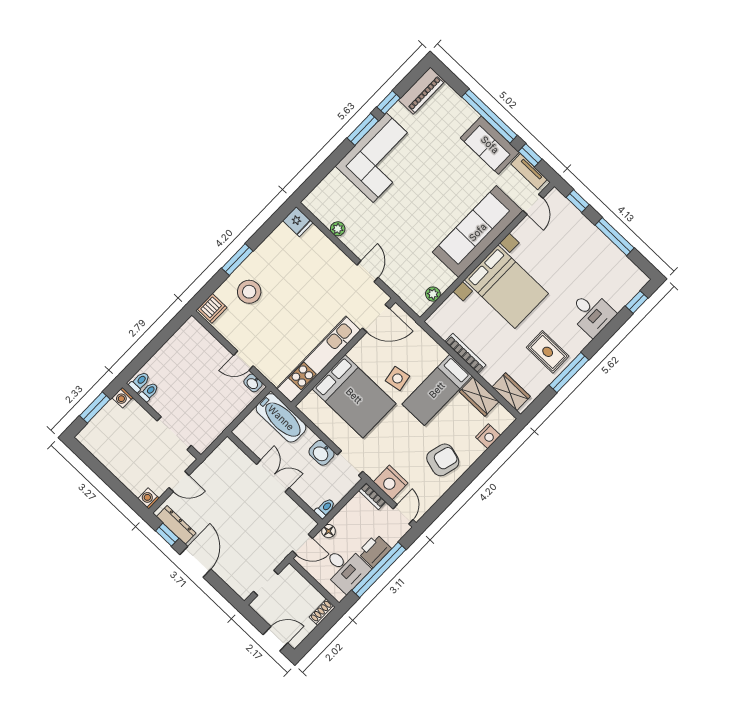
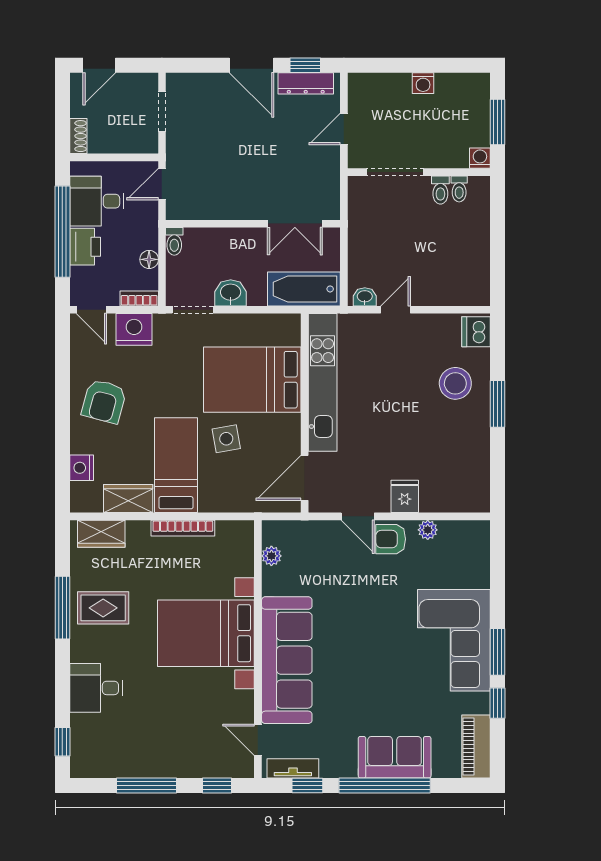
sofa: (490, 145) -> (395, 757), moved
fridge: (298, 222) -> (405, 496), moved, turned 90
armchair: (362, 243) -> (391, 539), added
toilet: (140, 382) -> (440, 190), moved
double door: (273, 476) -> (295, 224), moved
washing machine: (148, 498) -> (423, 83), moved, turned 90
floor lamp: (329, 531) -> (149, 259), moved

